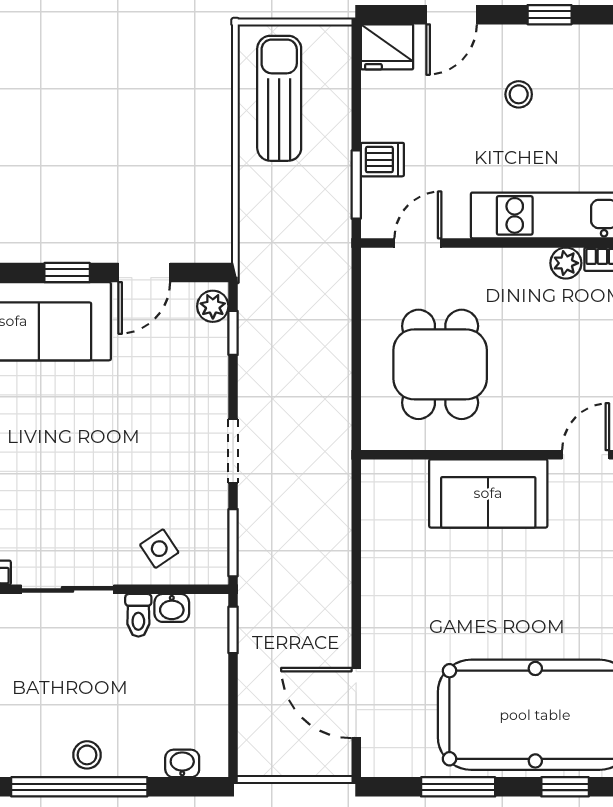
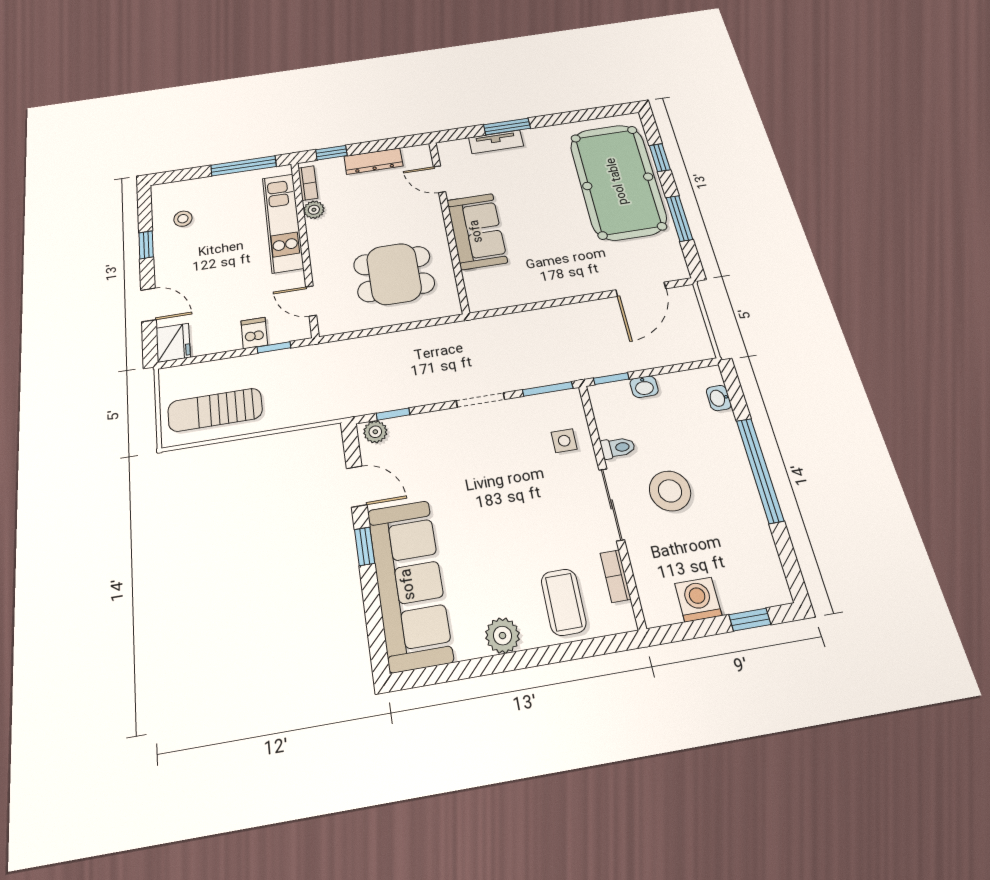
stool: (519, 94) -> (183, 219), moved
window: (356, 185) -> (274, 347), width x0.67
side table: (159, 549) -> (564, 441), turned 34
washbasin: (172, 608) -> (644, 387), moved, turned 90
stool: (87, 755) -> (670, 491), moved, width x1.89, depth x1.89

